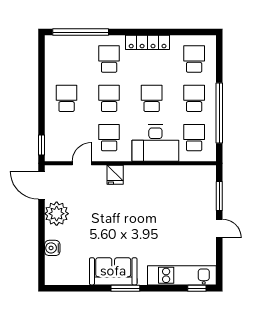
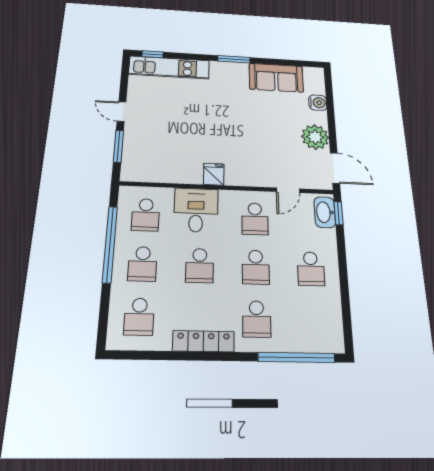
desk: (155, 143) -> (196, 210), width x0.73
washbasin: (53, 145) -> (325, 212), added
fridge: (115, 175) -> (214, 174), moved
sofa: (113, 271) -> (276, 78), moved

